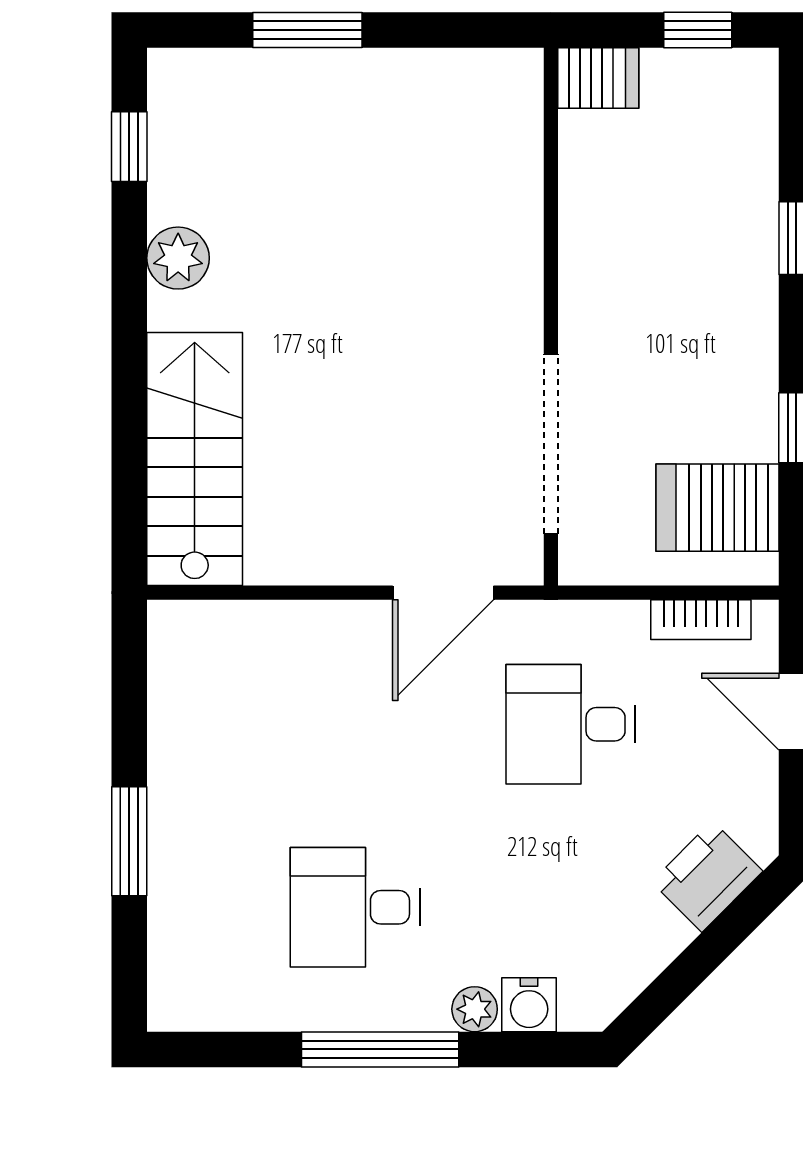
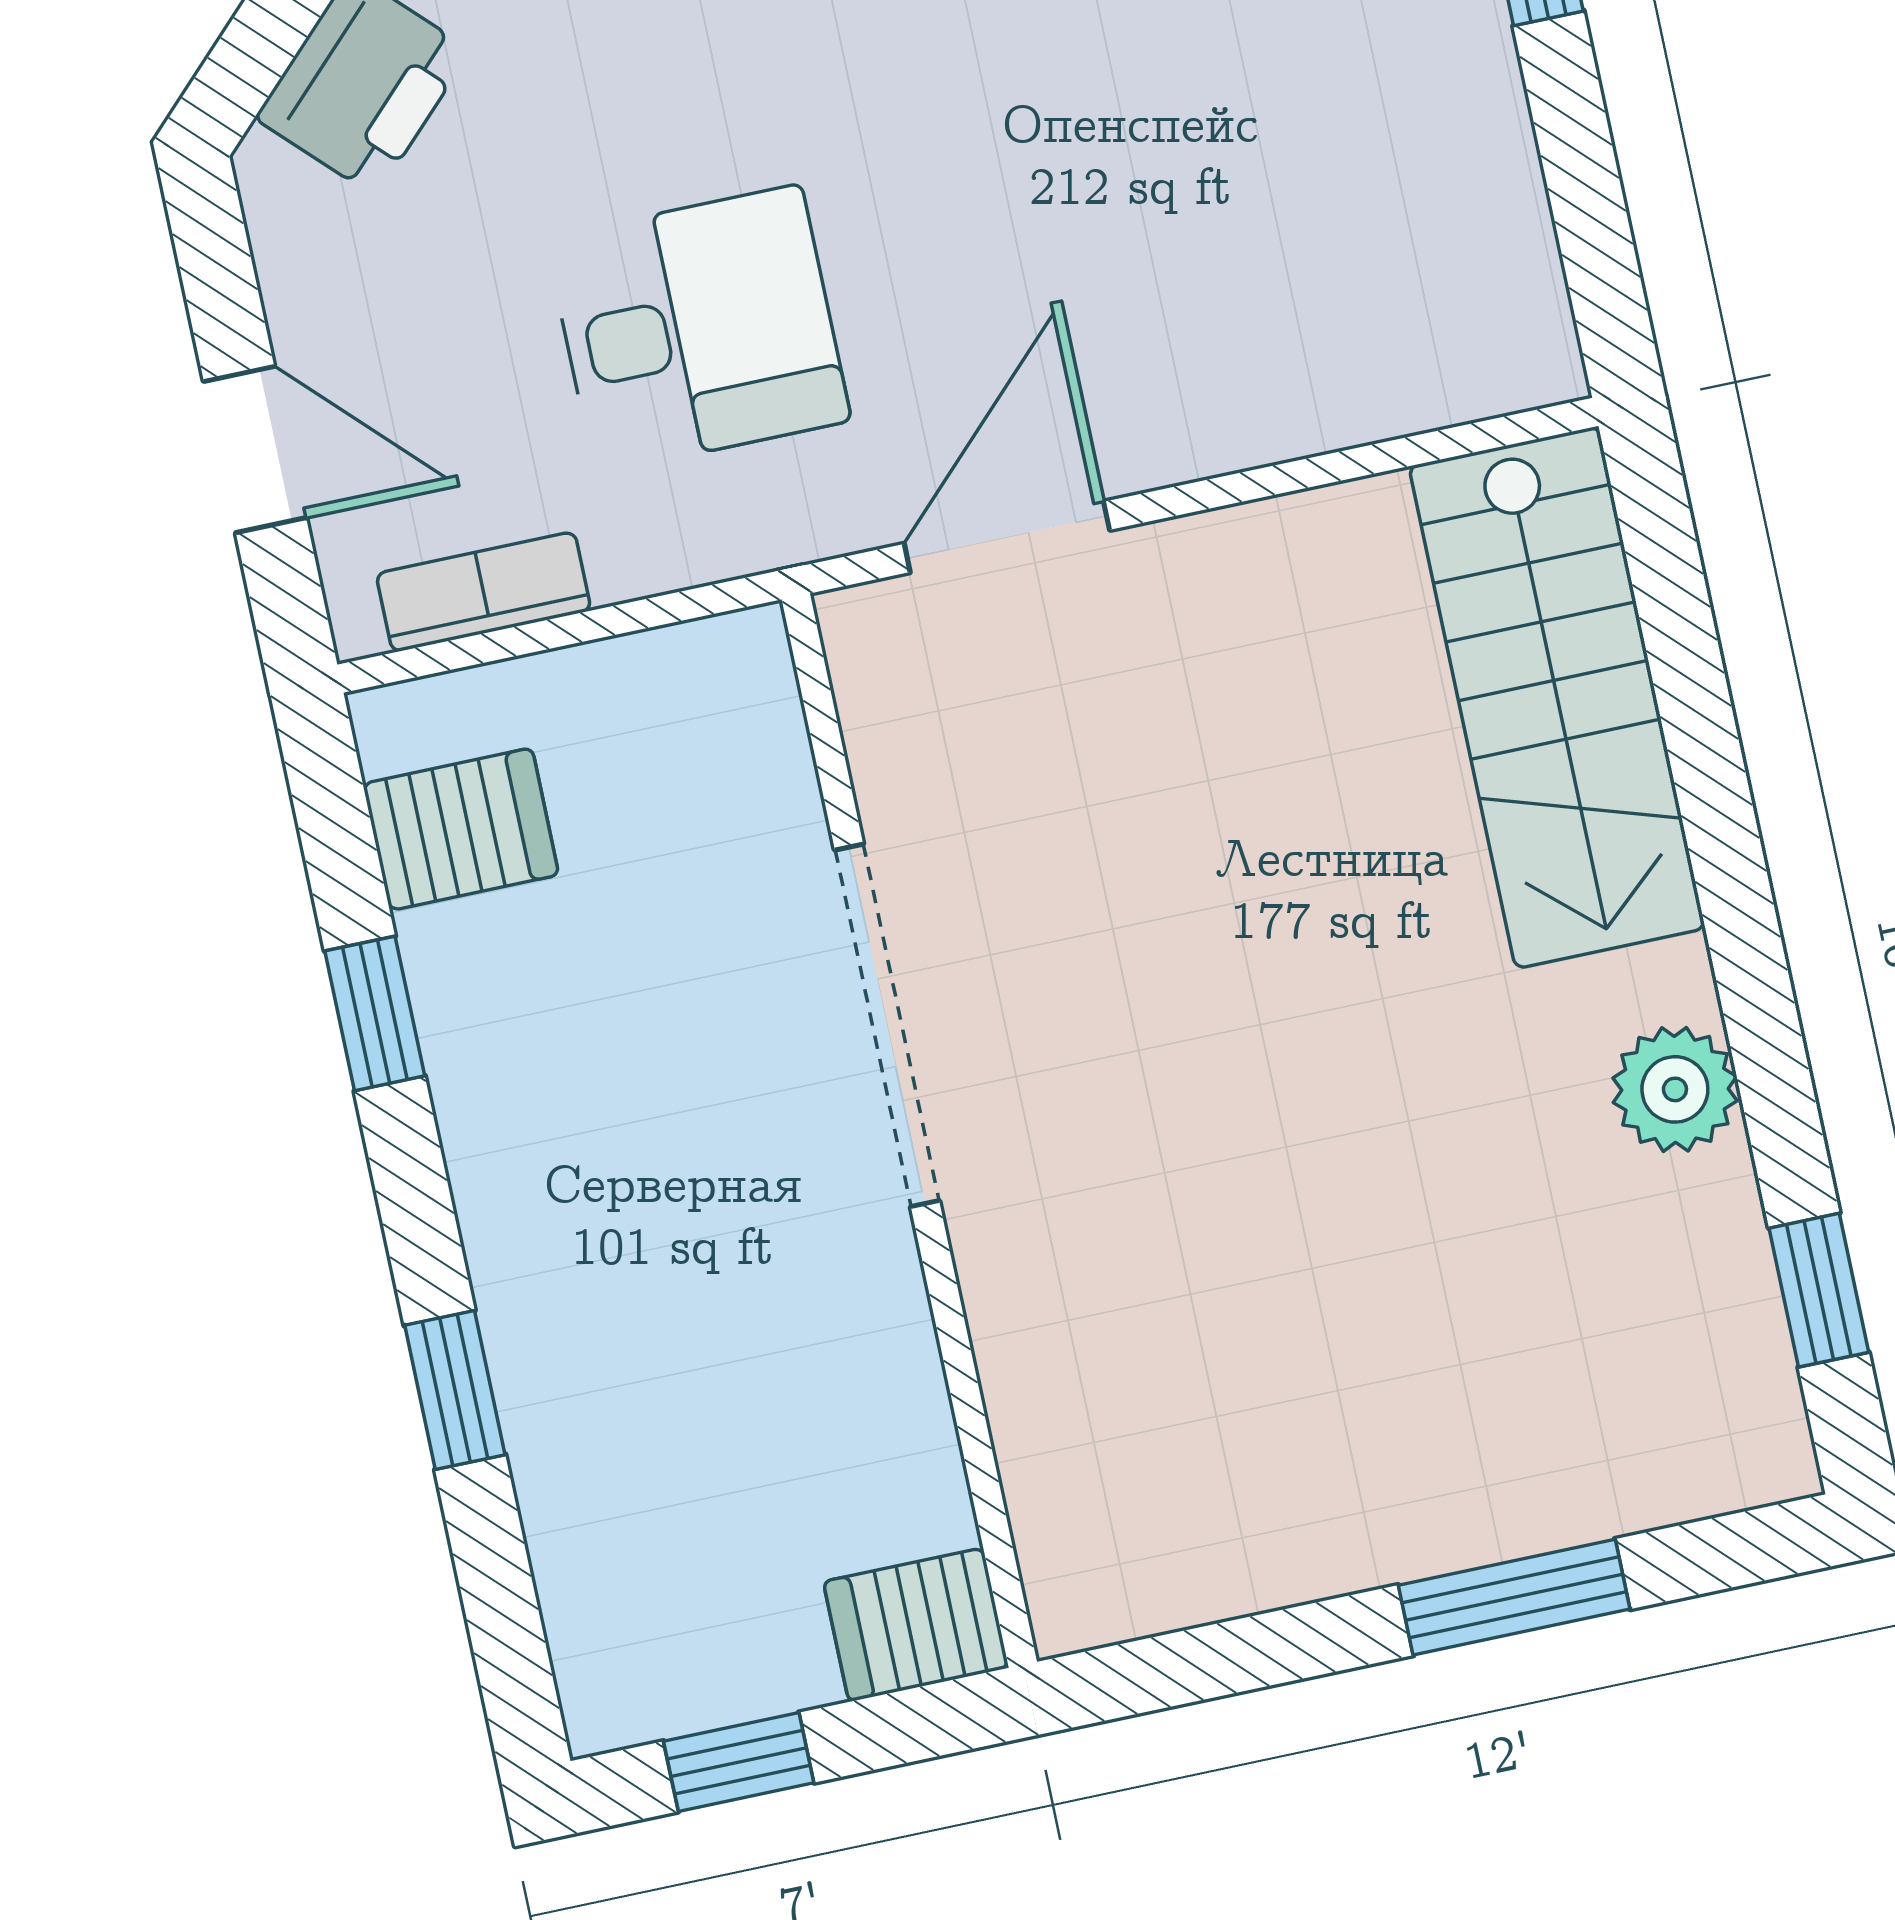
doorway: (551, 444) -> (887, 1025), moved
server rack: (718, 508) -> (461, 829), width x0.73, depth x0.70

